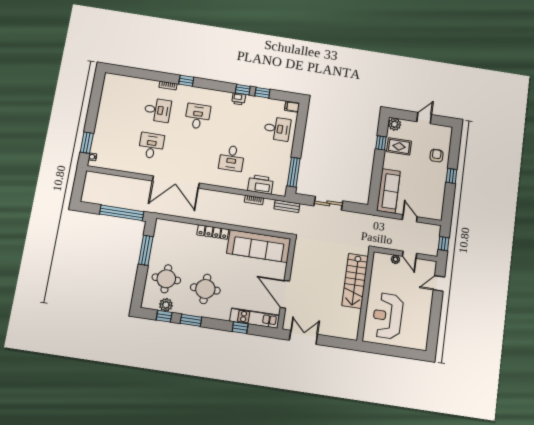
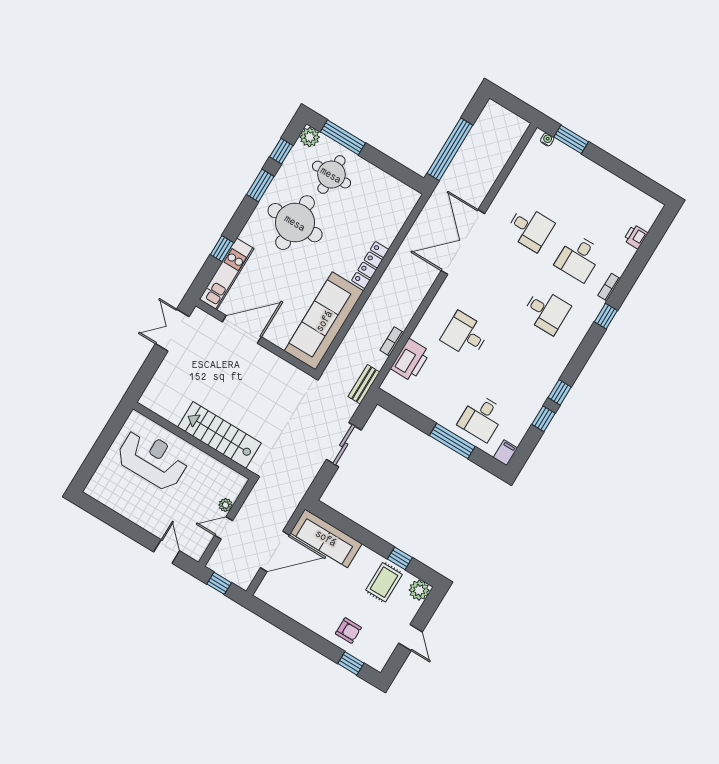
printer: (239, 99) -> (636, 237), moved
window: (294, 172) -> (452, 441), moved
window: (451, 176) -> (351, 663), moved
door: (410, 218) -> (275, 551), width x1.88
window: (146, 250) -> (343, 137), moved
round table: (205, 289) -> (295, 223), width x1.36, depth x1.36
plant: (166, 305) -> (310, 137), moved
double door: (303, 337) -> (172, 330), swing flipped

